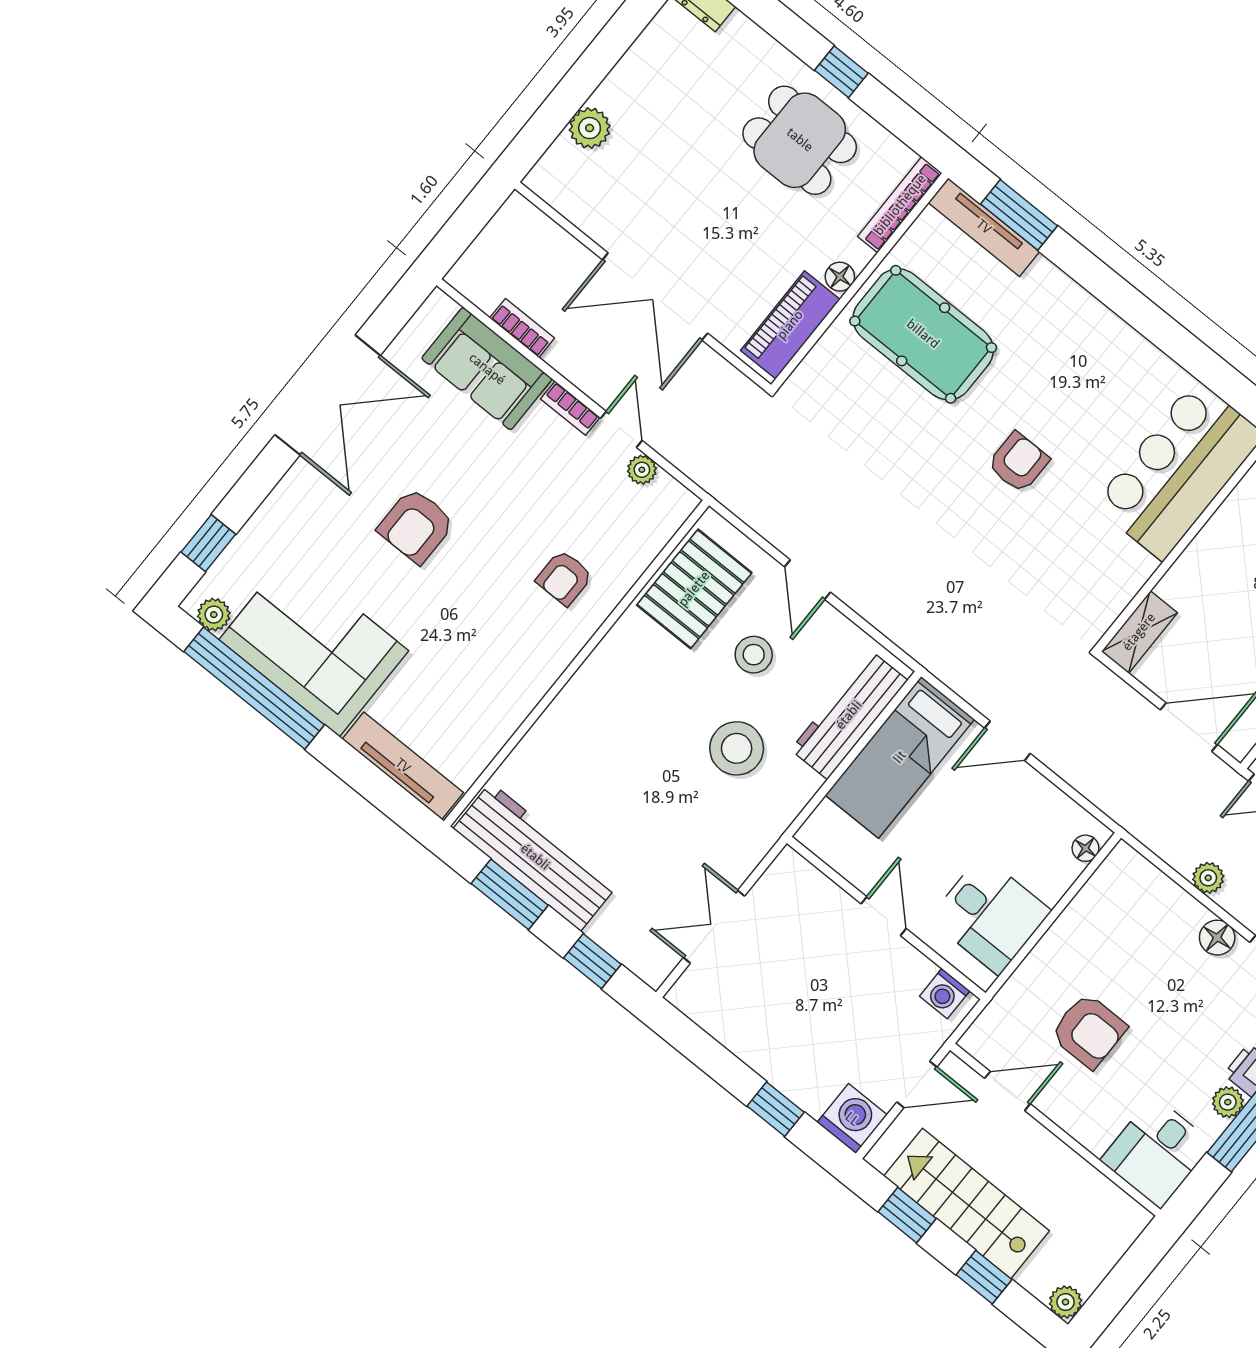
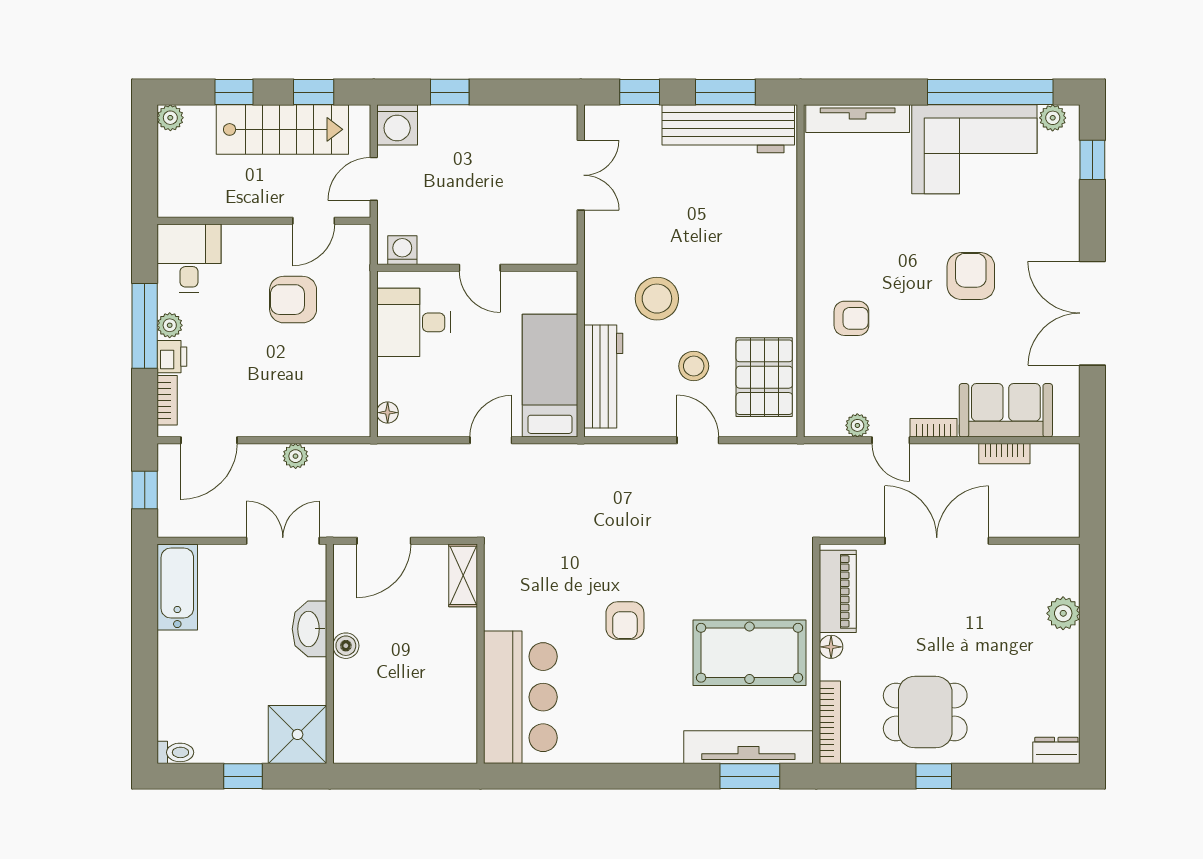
tv unit: (984, 227) -> (748, 747), width x1.36, depth x1.29
armchair: (564, 578) -> (851, 318), turned 90
floor lamp: (1217, 938) -> (260, 423), removed

